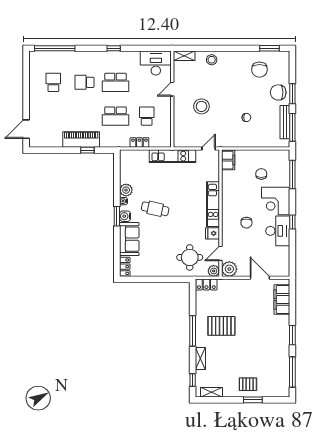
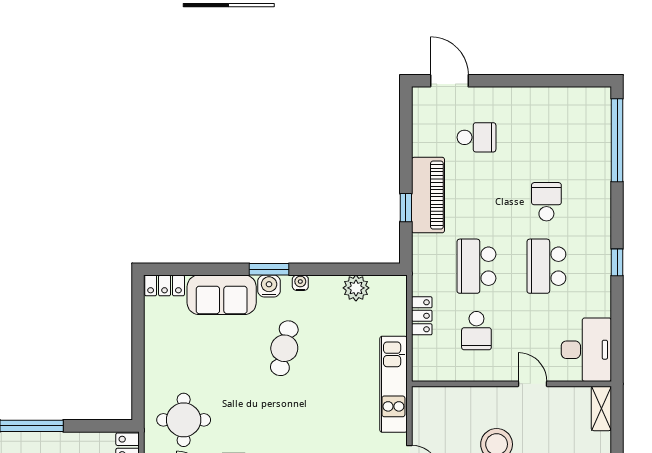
school desk: (53, 82) -> (476, 137), moved
school desk: (147, 116) -> (476, 331), turned 90
plant: (126, 190) -> (356, 288), moved

